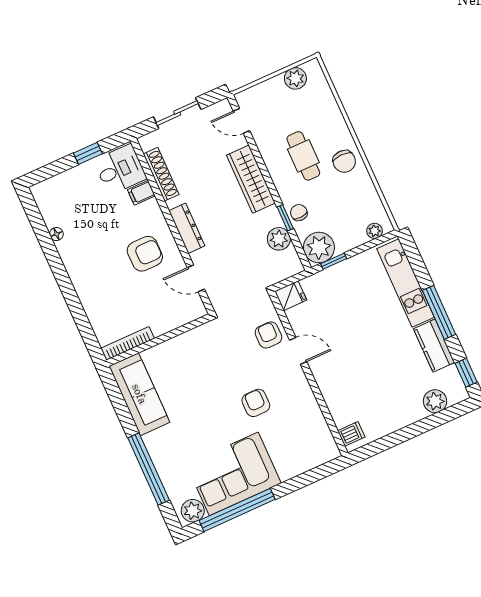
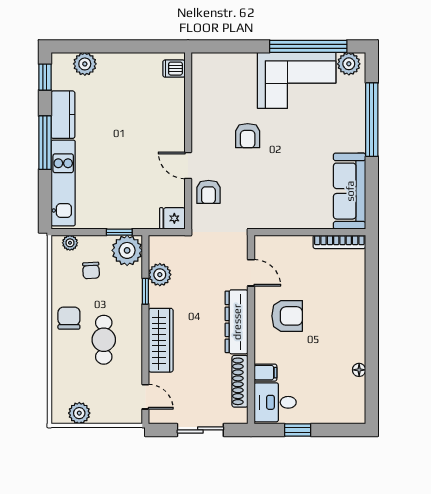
chair: (299, 213) -> (91, 270), moved
dresser: (187, 228) -> (237, 322), width x1.37, depth x1.24
armchair: (145, 254) -> (287, 316), turned 180

